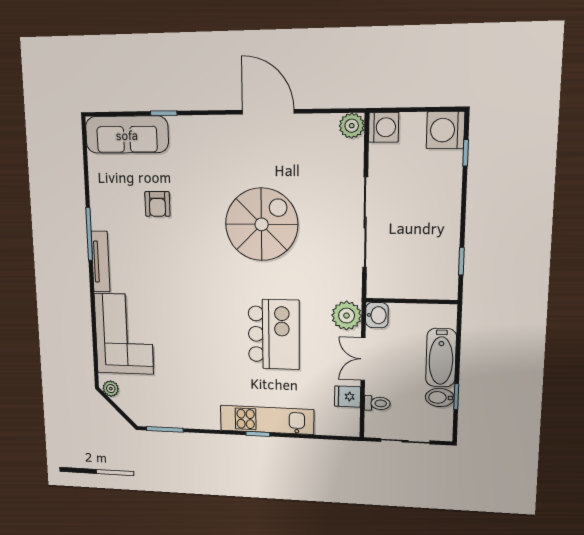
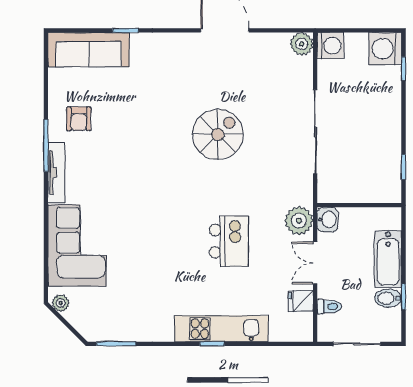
armchair: (157, 204) -> (79, 119), moved
spiral stairs: (262, 224) -> (218, 134), width x0.73, depth x0.73
kitchen island: (274, 334) -> (229, 241), width x0.73, depth x0.78

